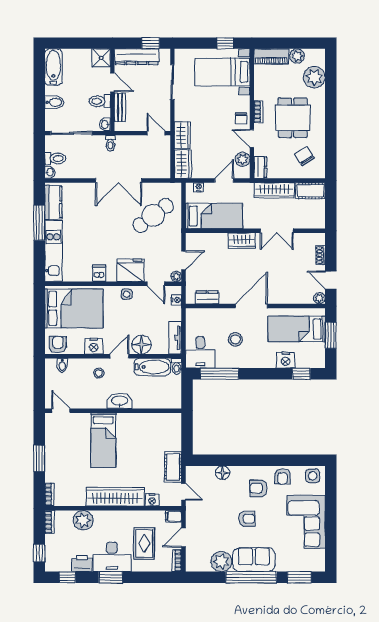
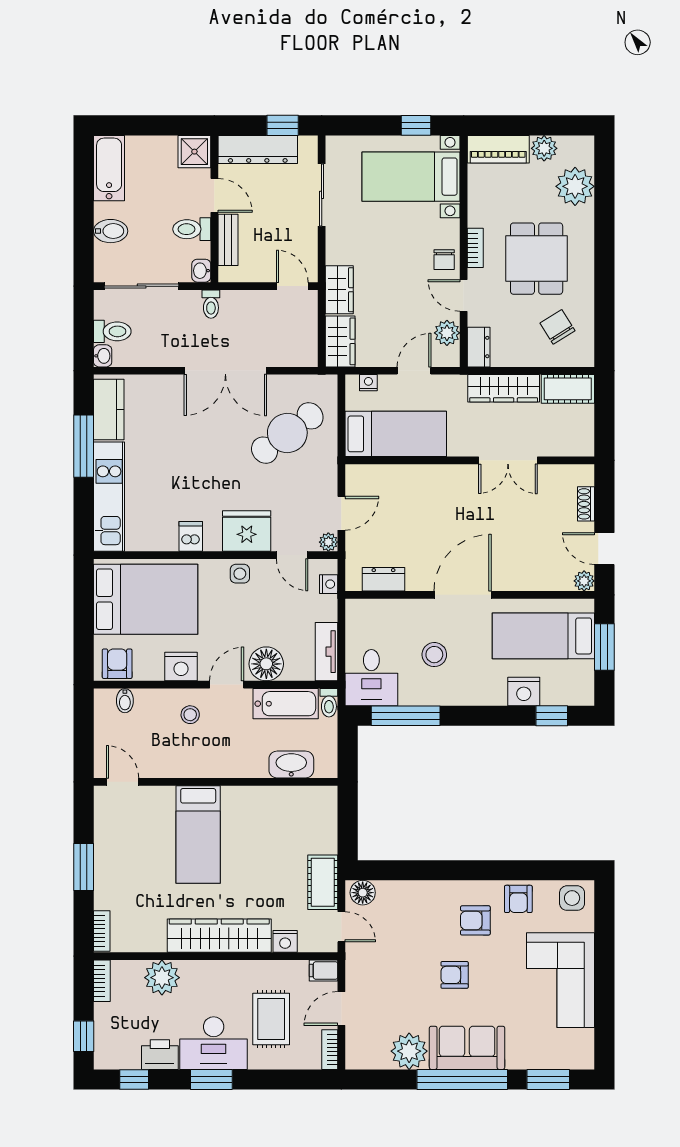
wardrobe: (242, 241) -> (445, 478), removed
washbasin: (120, 401) -> (291, 764), moved
floor lamp: (223, 473) -> (363, 893), moved
armchair: (247, 519) -> (455, 975), turned 180

